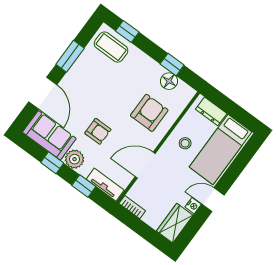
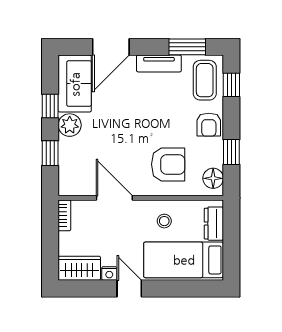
window: (70, 56) -> (187, 47), moved
floor lamp: (169, 81) -> (213, 178), moved
armchair: (98, 131) -> (209, 125), moved
tv unit: (105, 185) -> (159, 63), moved, turned 90

